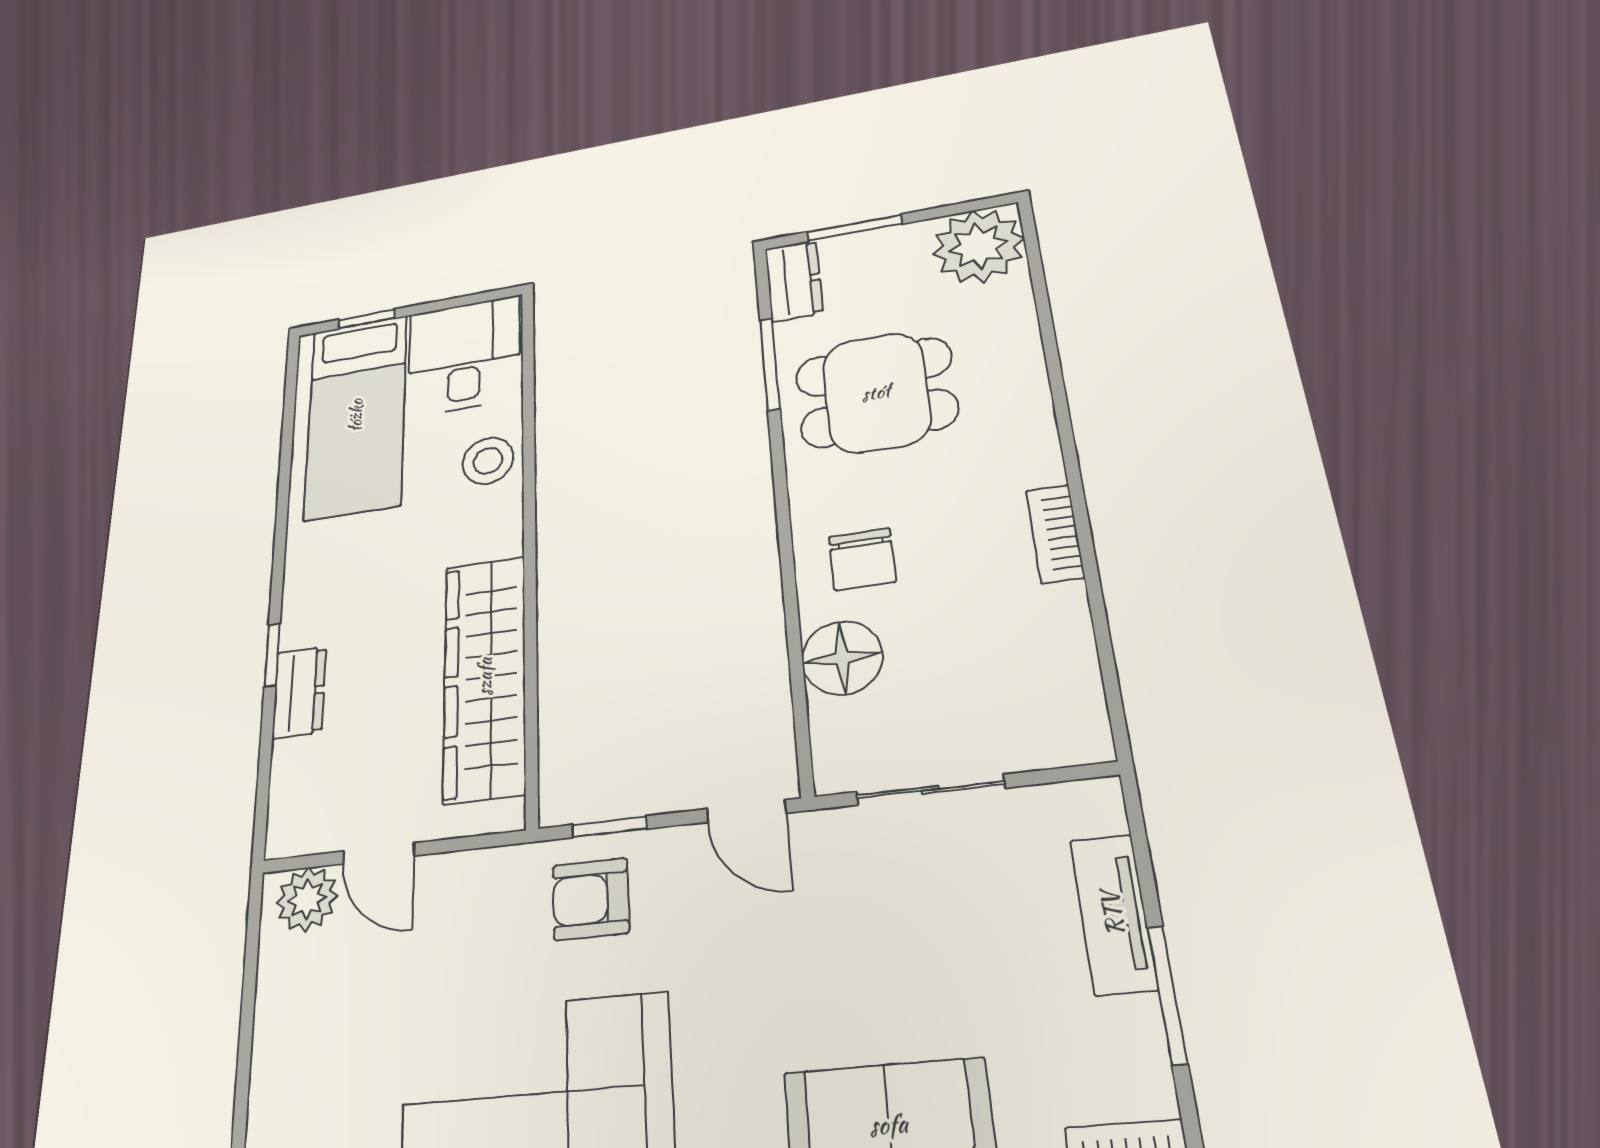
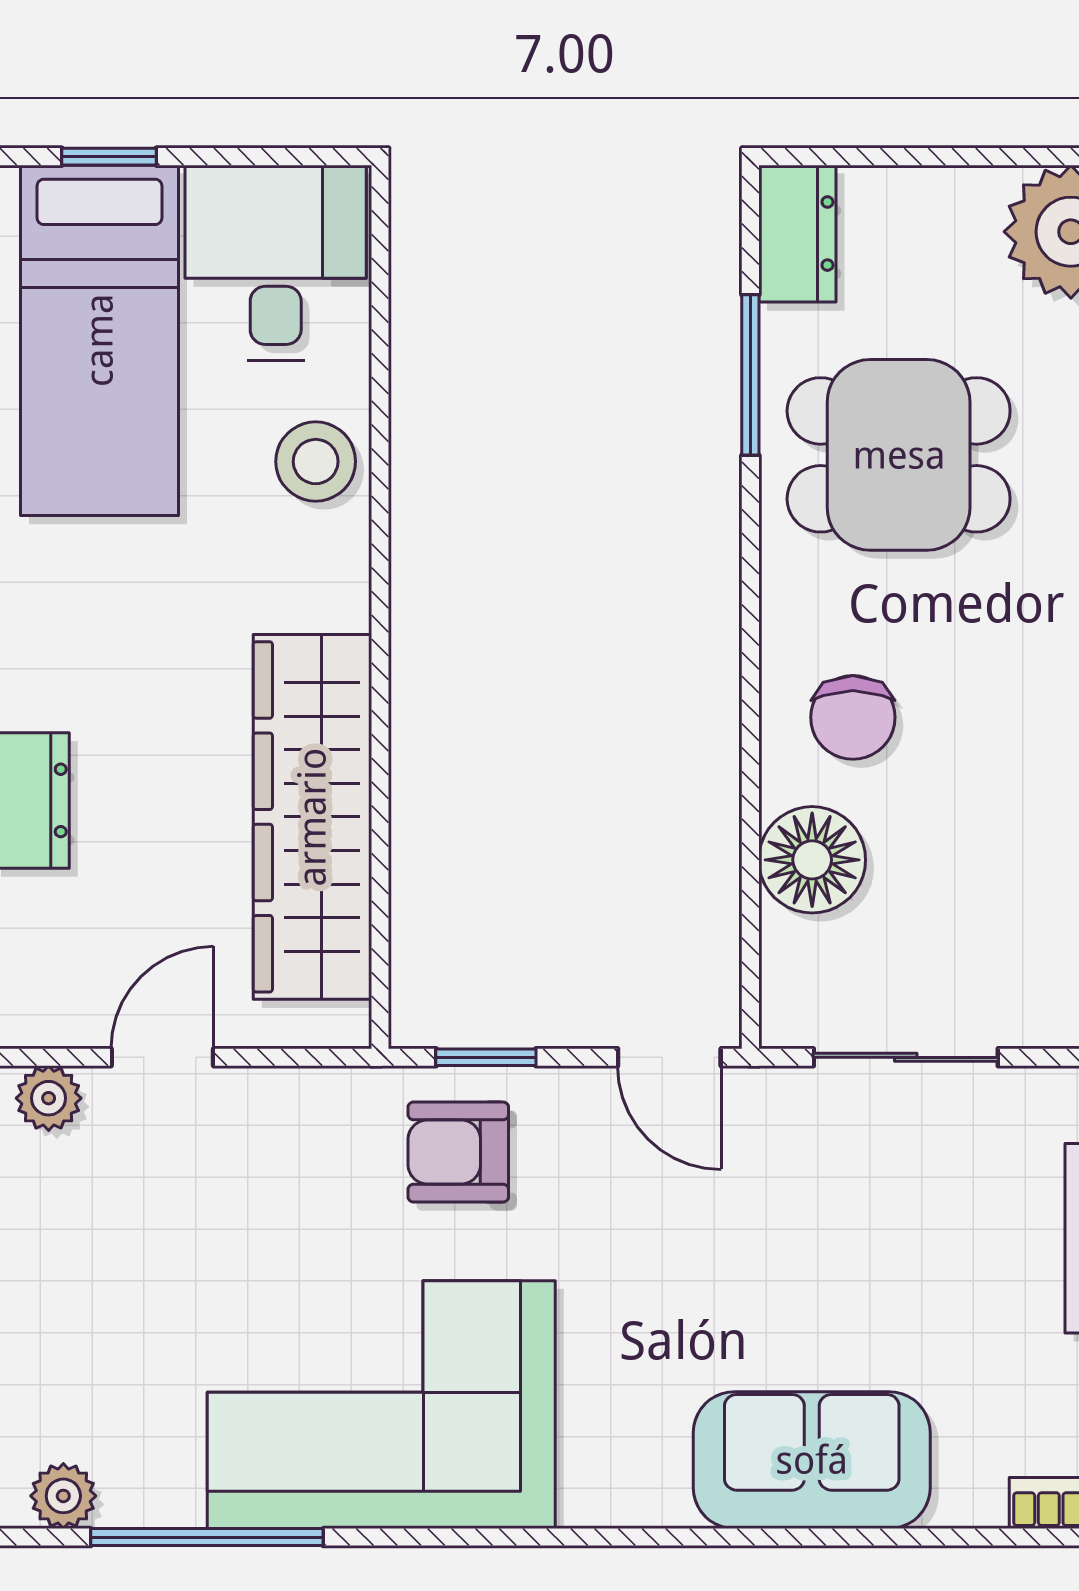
window: (855, 228) -> (896, 157), removed
door: (379, 853) -> (162, 1057), swing flipped
plant: (307, 899) -> (49, 1098), width x0.73, depth x0.73

